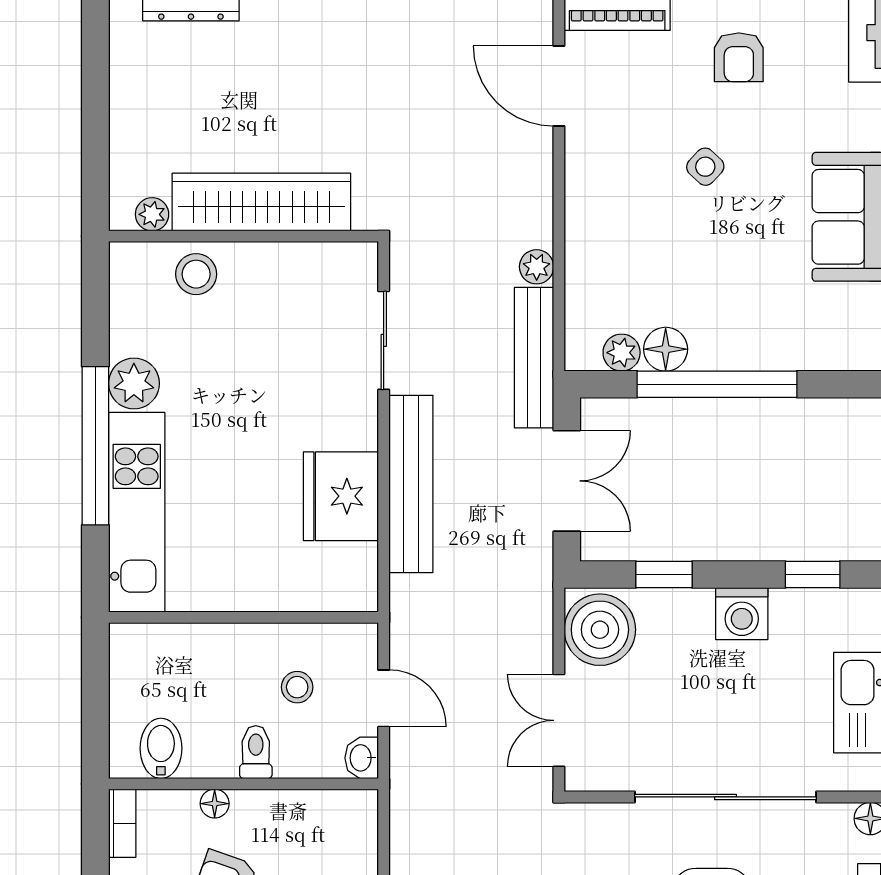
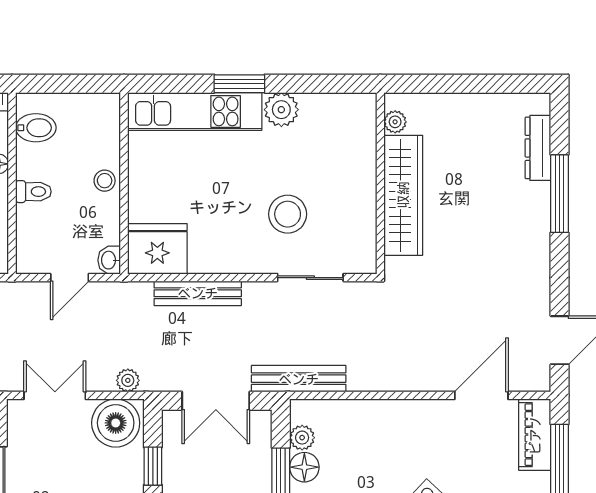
plant: (537, 267) -> (128, 380), moved
stool: (196, 274) -> (288, 214), moved, width x1.38, depth x1.38
window: (95, 446) -> (239, 84), width x0.47
bench: (411, 484) -> (198, 293), width x0.73, depth x0.82
fridge: (341, 496) -> (157, 249), moved
stool: (297, 687) -> (105, 181), moved
washbasin: (362, 758) -> (109, 260), moved, turned -90

